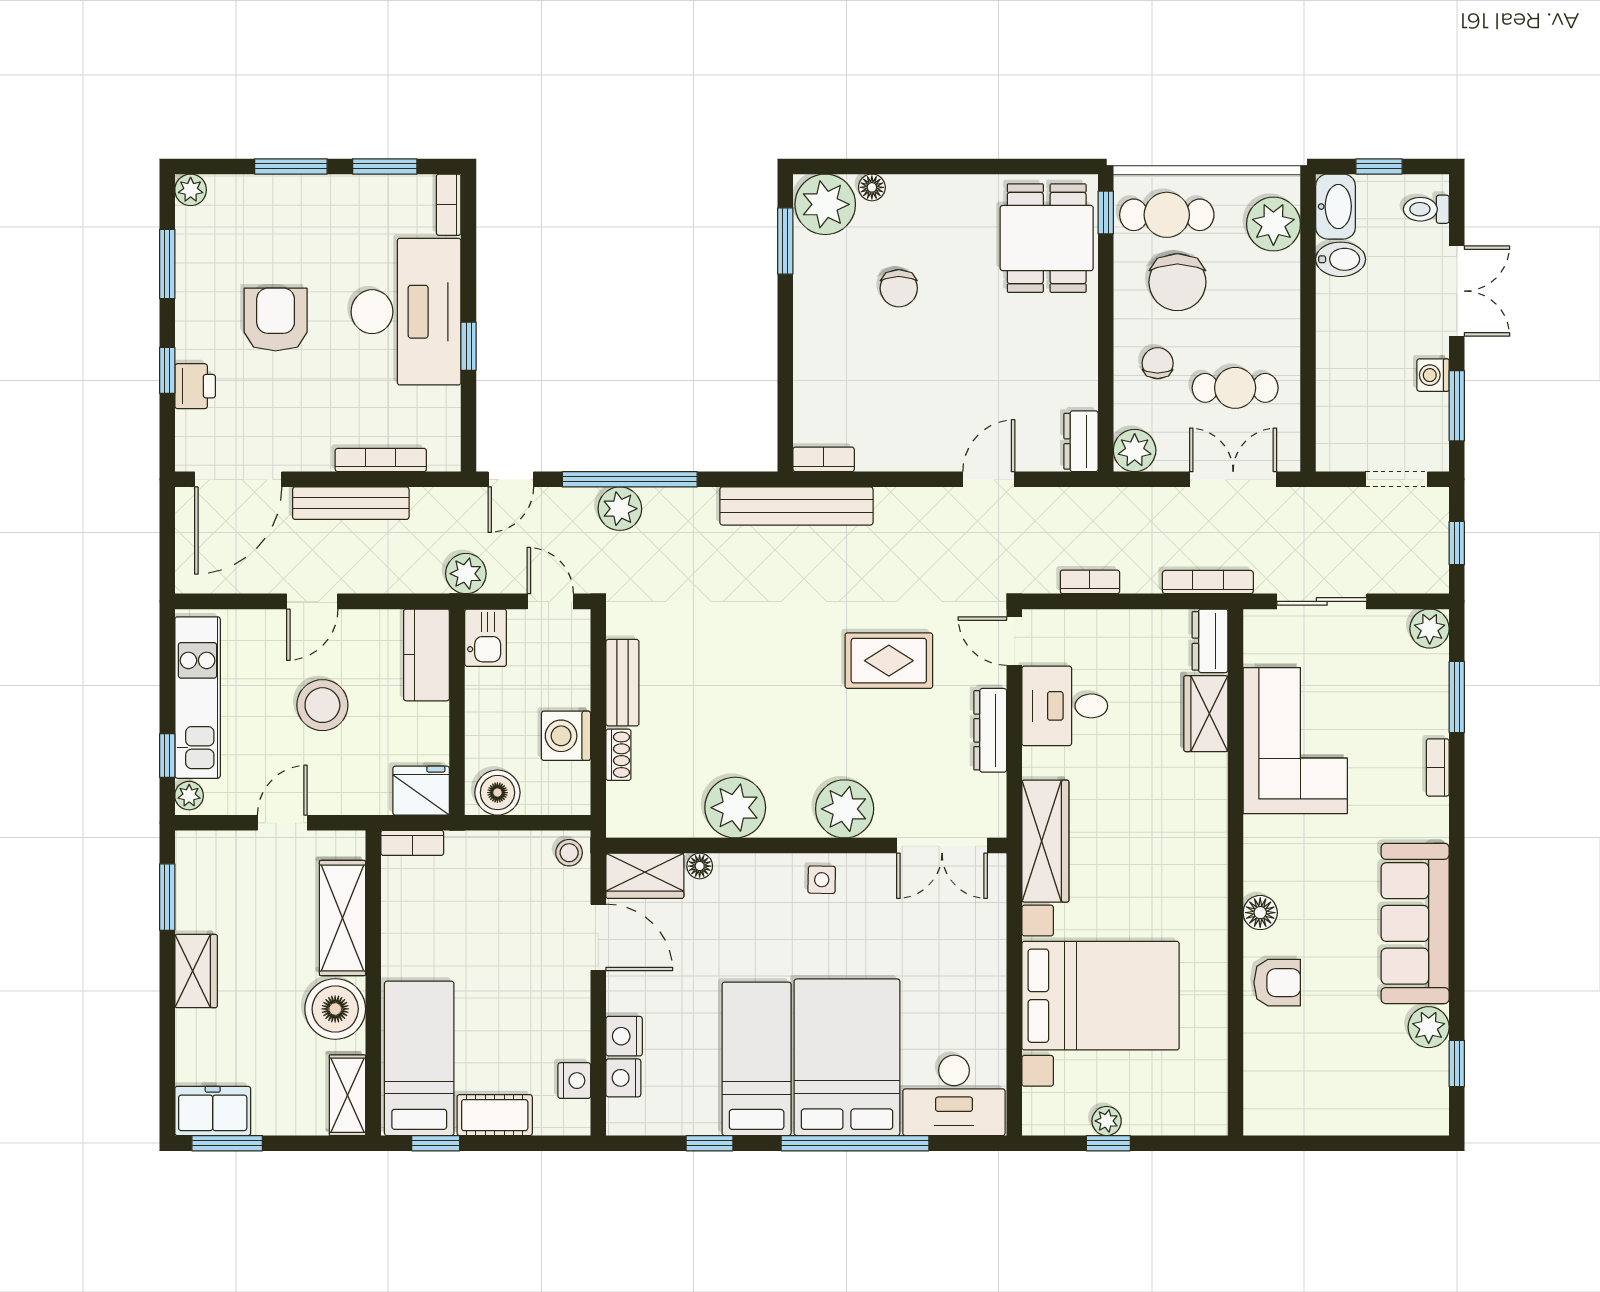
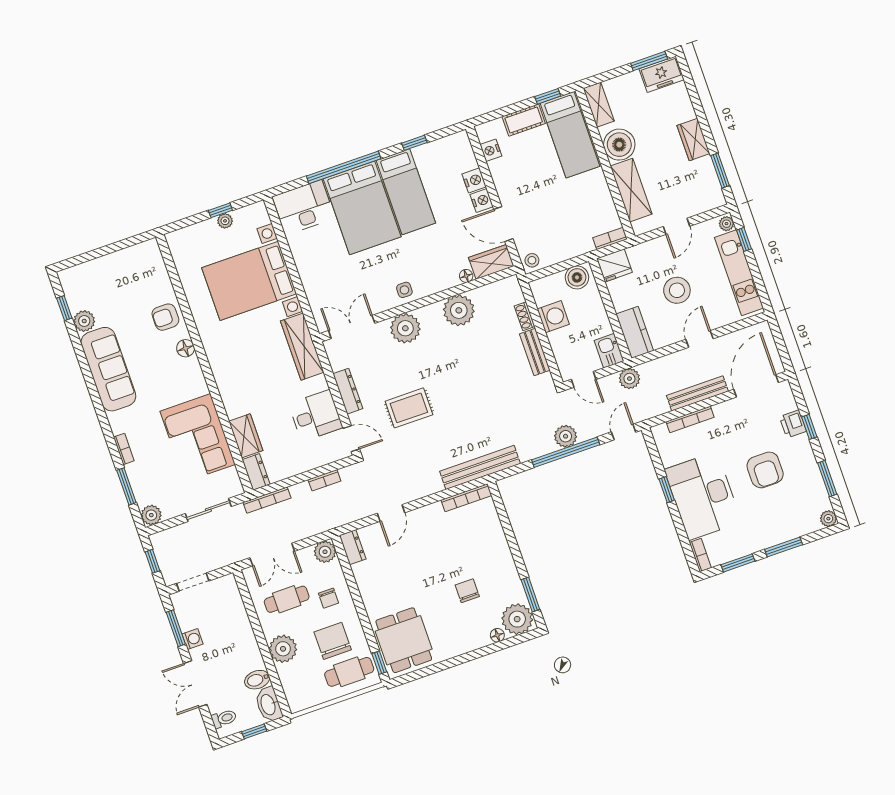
plant: (1273, 224) -> (283, 649), moved
bookcase: (824, 459) -> (466, 498), width x1.56
nightstand: (623, 1078) -> (482, 201), moved

